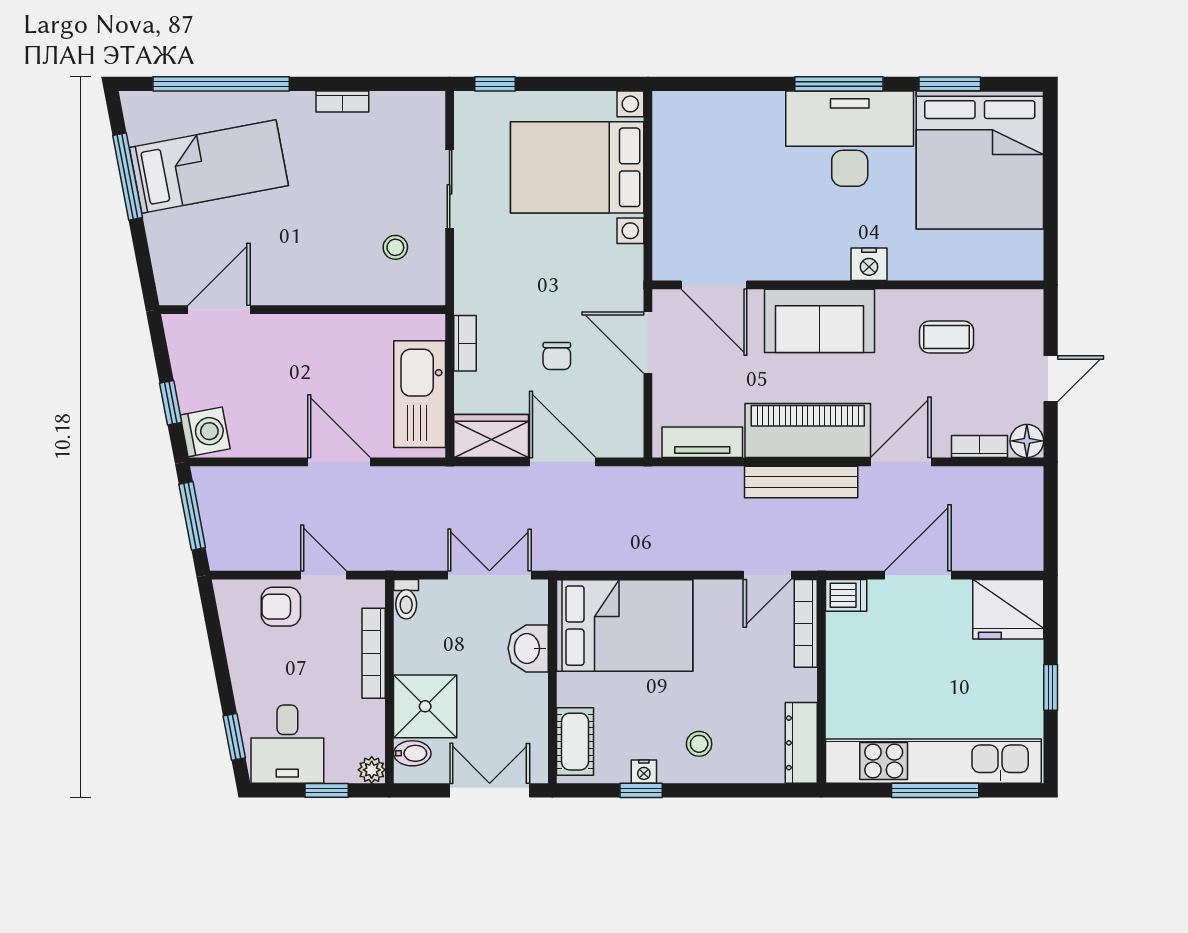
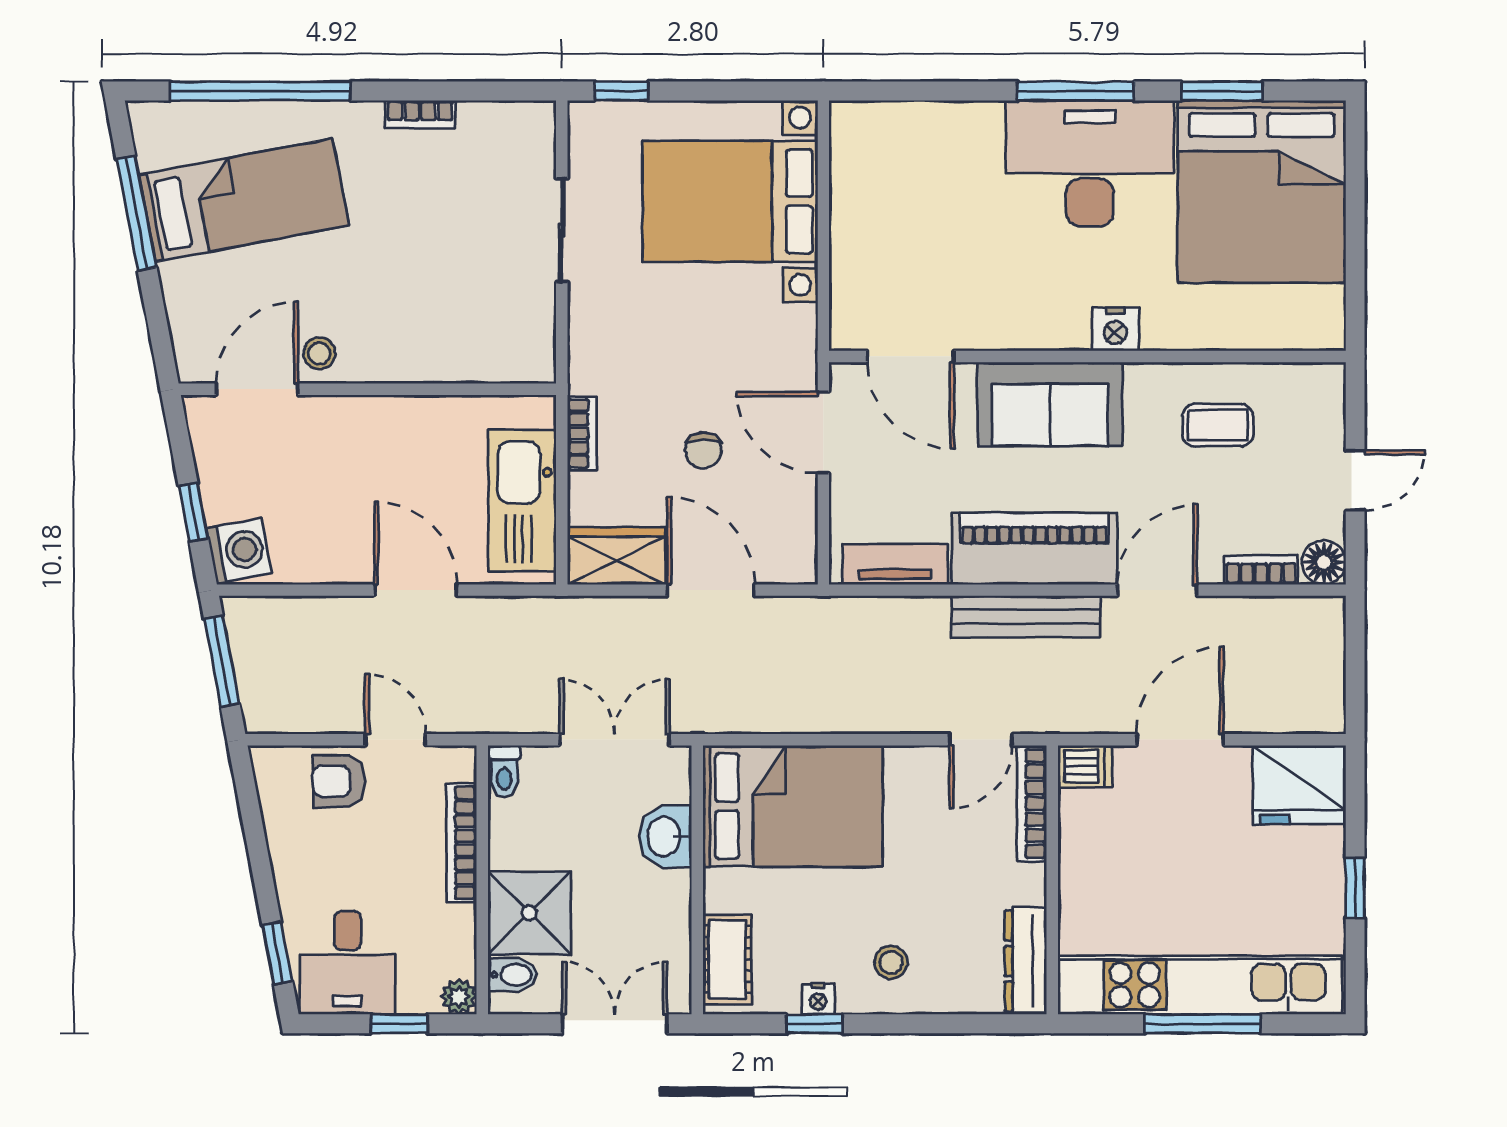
stool: (395, 247) -> (319, 353), moved

